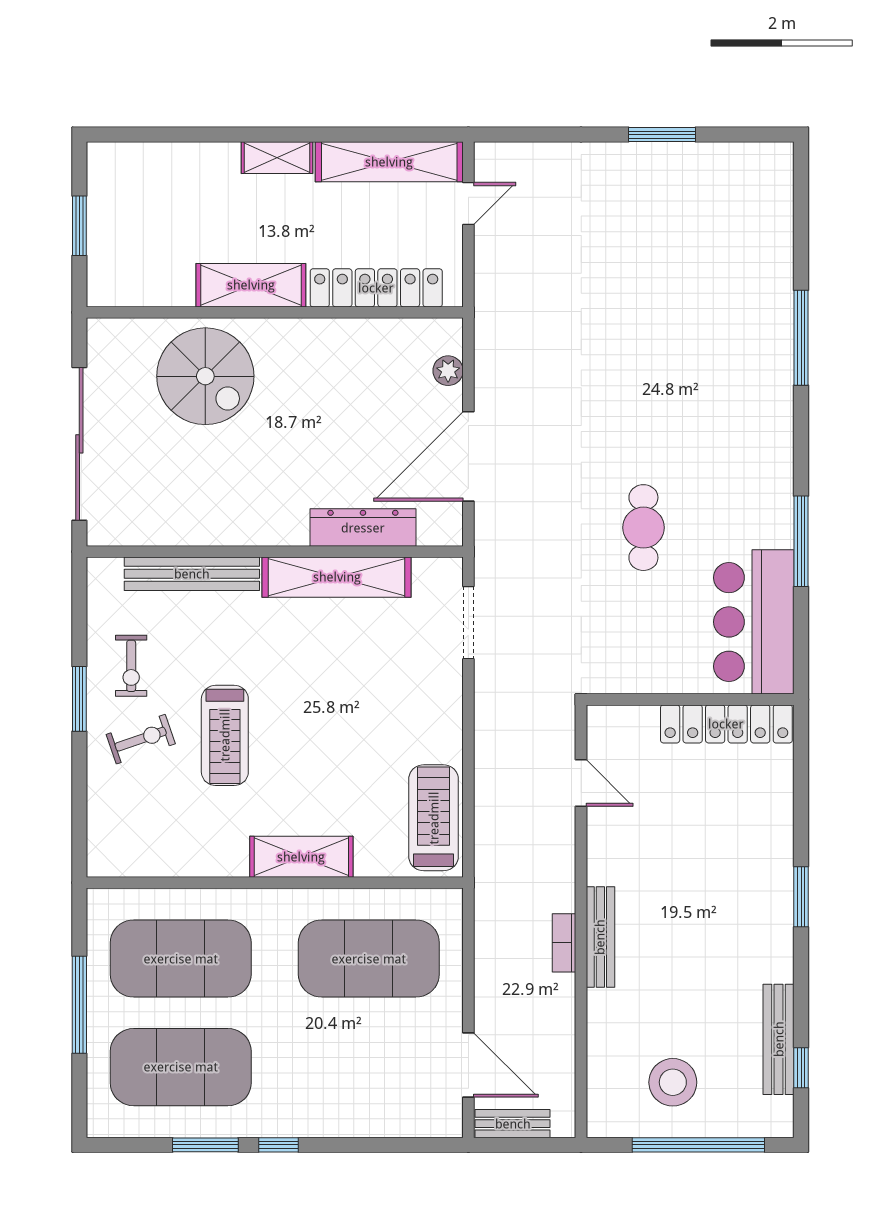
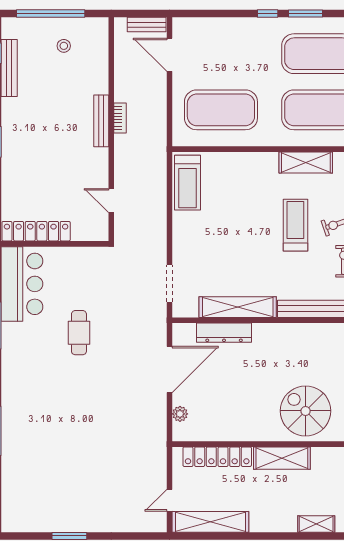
shelving: (277, 158) -> (316, 524), moved
shelving: (301, 857) -> (306, 162), moved
stool: (673, 1082) -> (64, 46), width x0.53, depth x0.53

